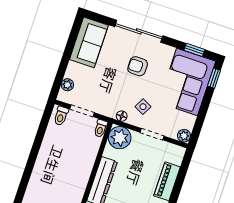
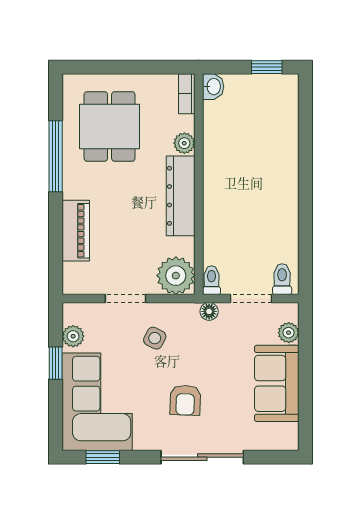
sofa: (89, 42) -> (277, 383), moved
armchair: (138, 66) -> (185, 400), turned 92
window: (214, 78) -> (56, 363), moved
floor lamp: (122, 116) -> (209, 311), moved
plant: (184, 136) -> (73, 336), moved

